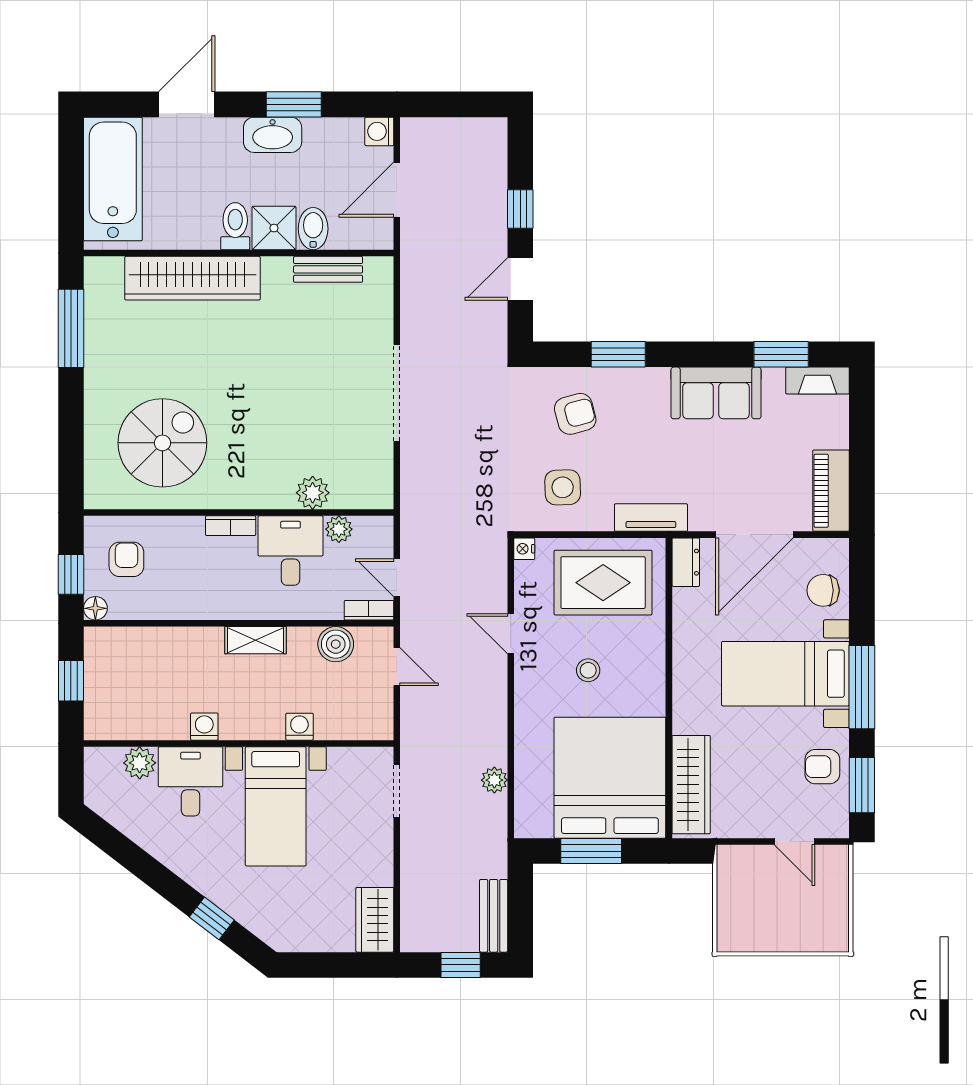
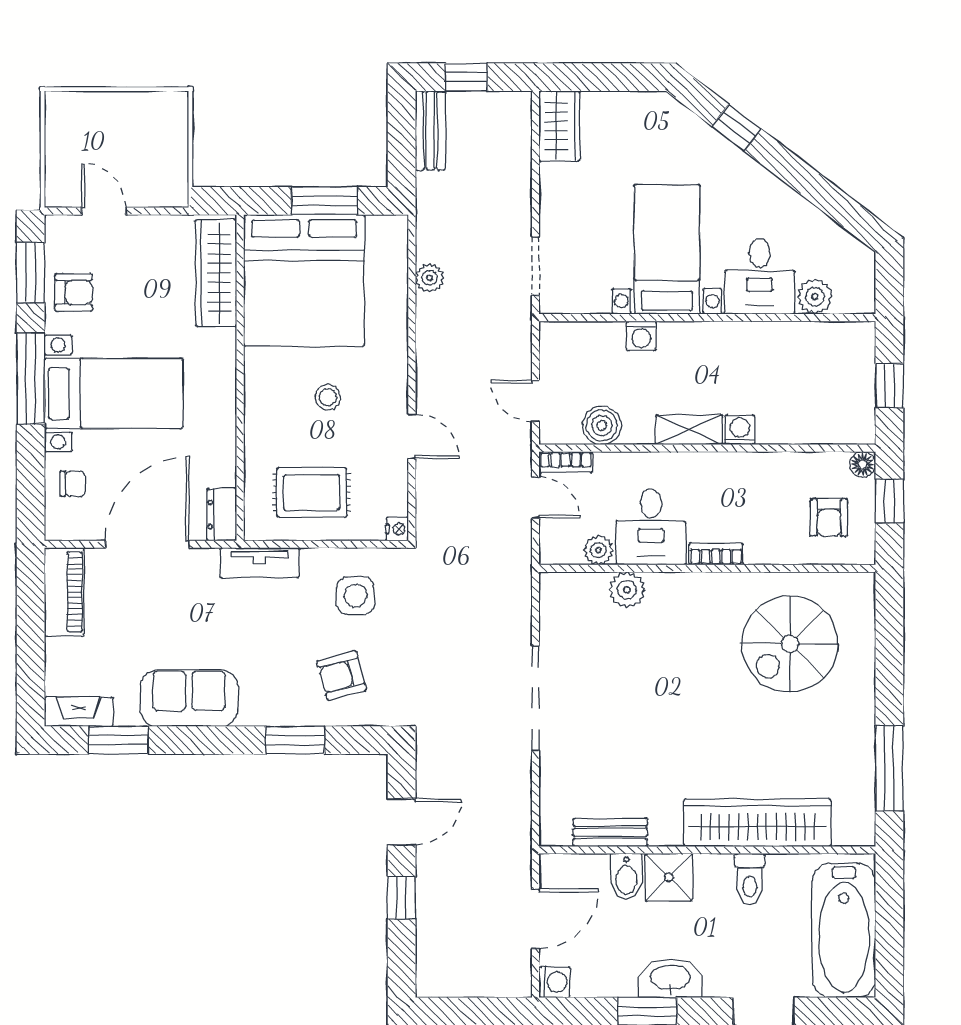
toilet: (235, 226) -> (750, 879), moved
rug: (603, 583) -> (312, 492), width x0.73, depth x0.70
chair: (823, 590) -> (73, 484), width x0.73, depth x0.73
washing machine: (204, 727) -> (740, 430), moved, turned 180

